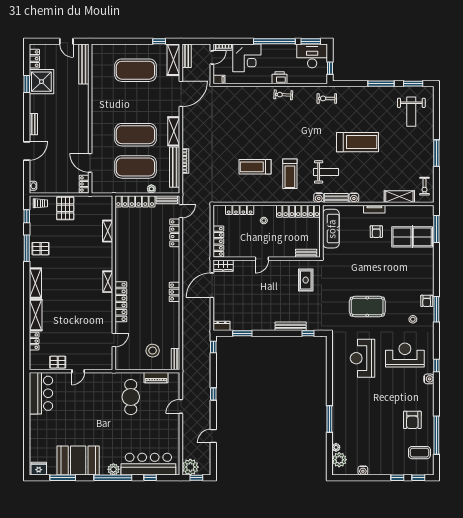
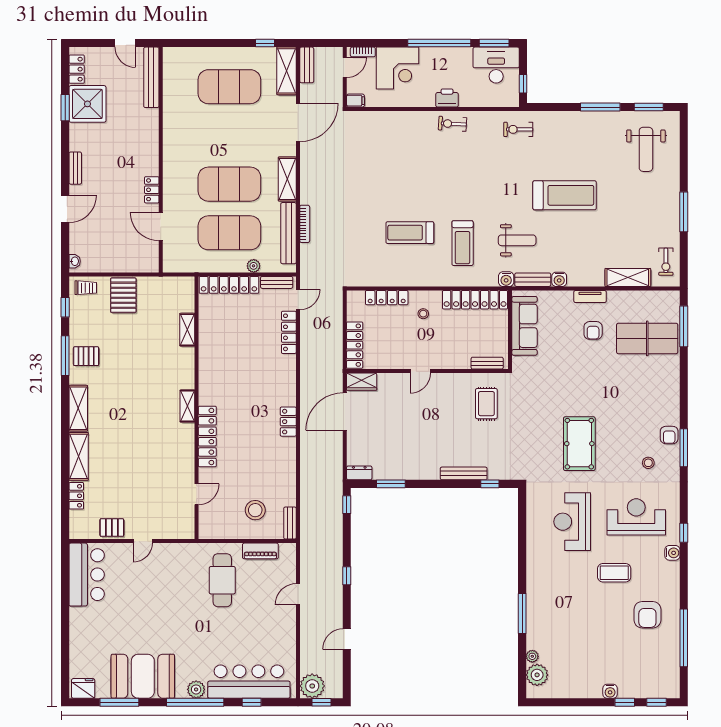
locker: (84, 184) -> (152, 190), moved
pool table: (367, 307) -> (579, 444), turned 90
coffee table: (419, 453) -> (614, 573), moved
water cooler: (363, 471) -> (610, 691), moved

